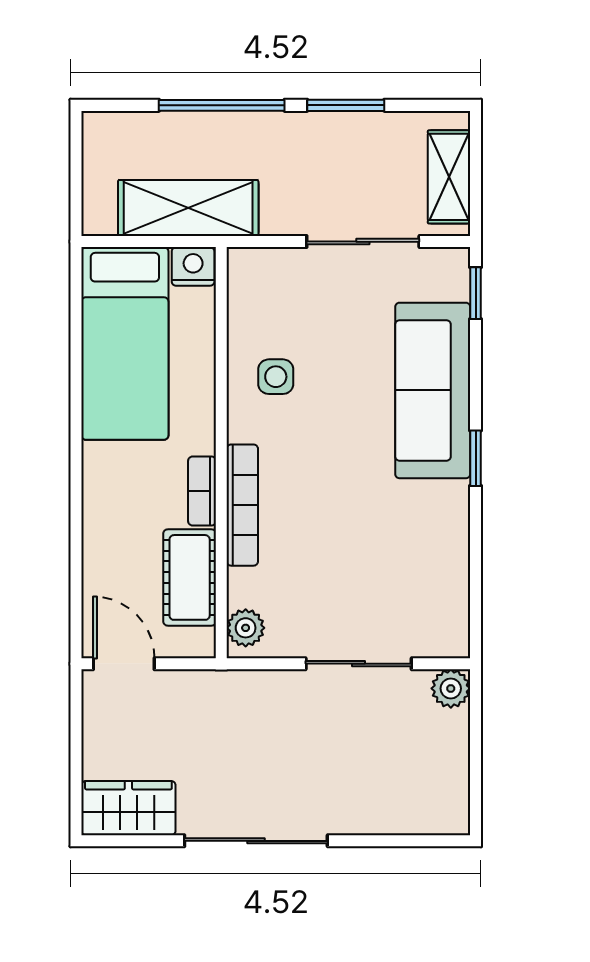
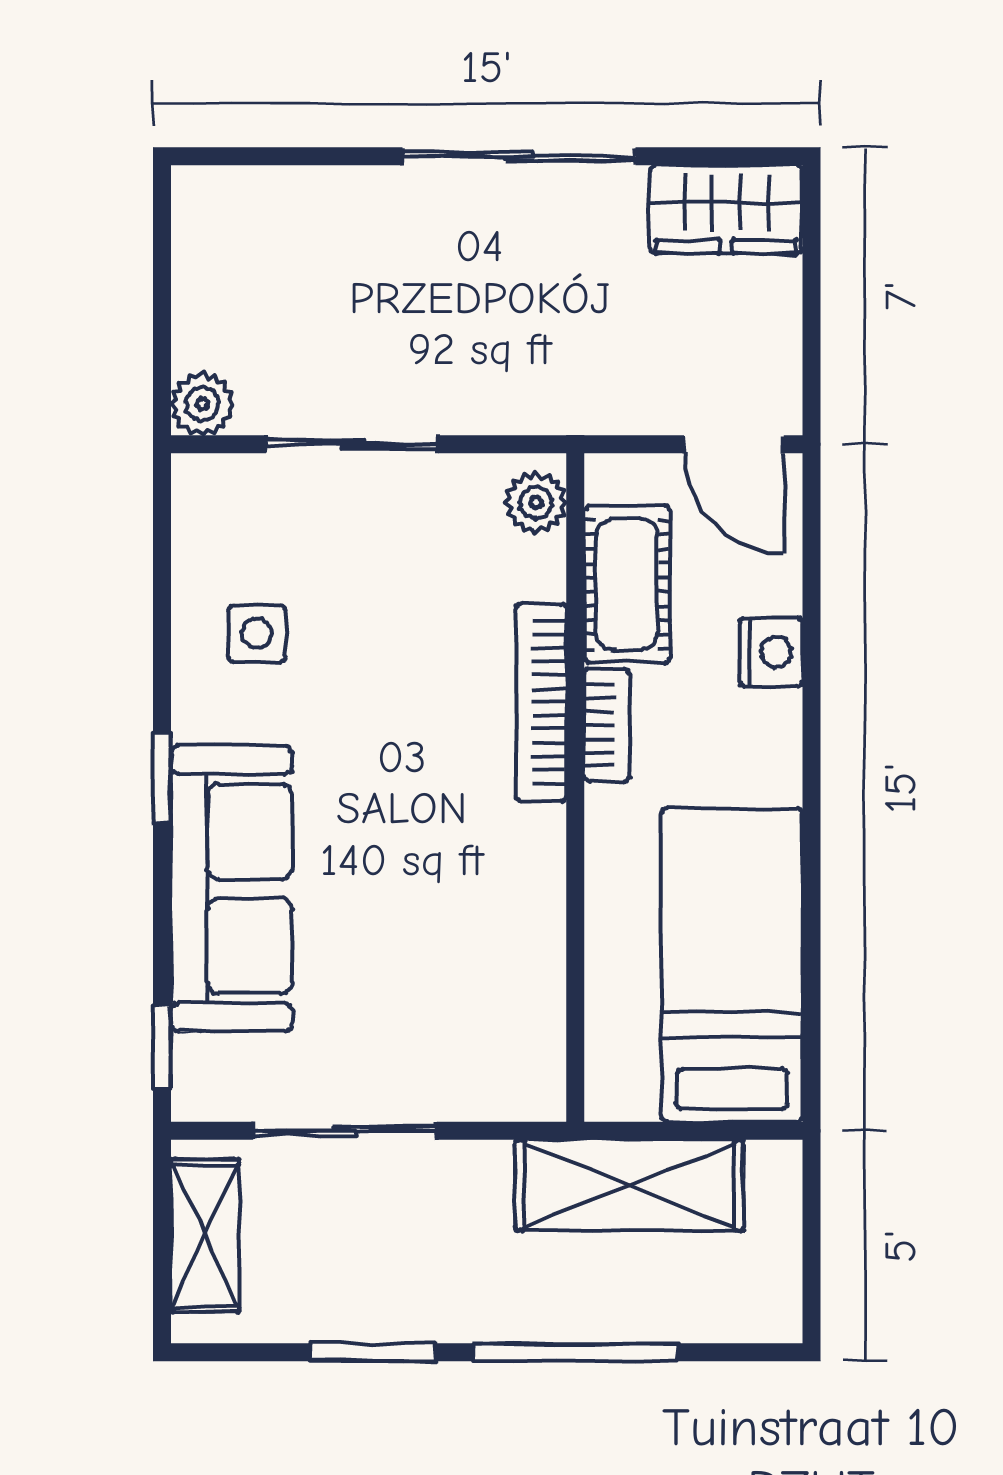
nightstand: (193, 266) -> (771, 652), moved, turned -90
side table: (276, 377) -> (257, 634), moved

